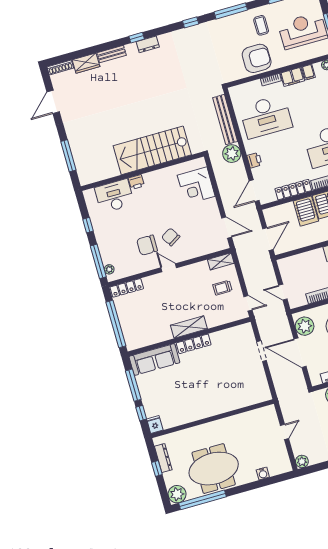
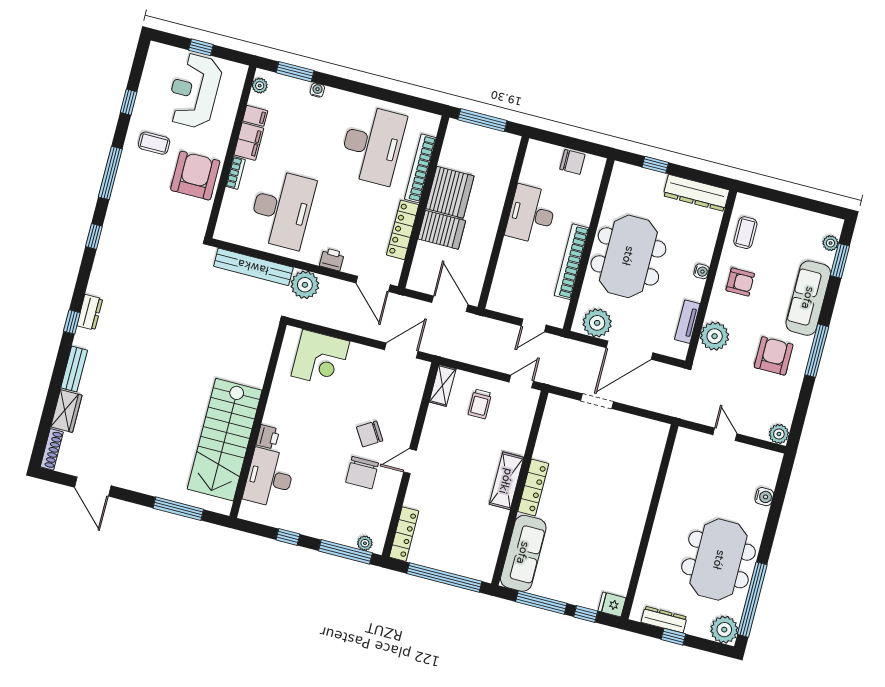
stairs: (152, 150) -> (225, 440), moved

